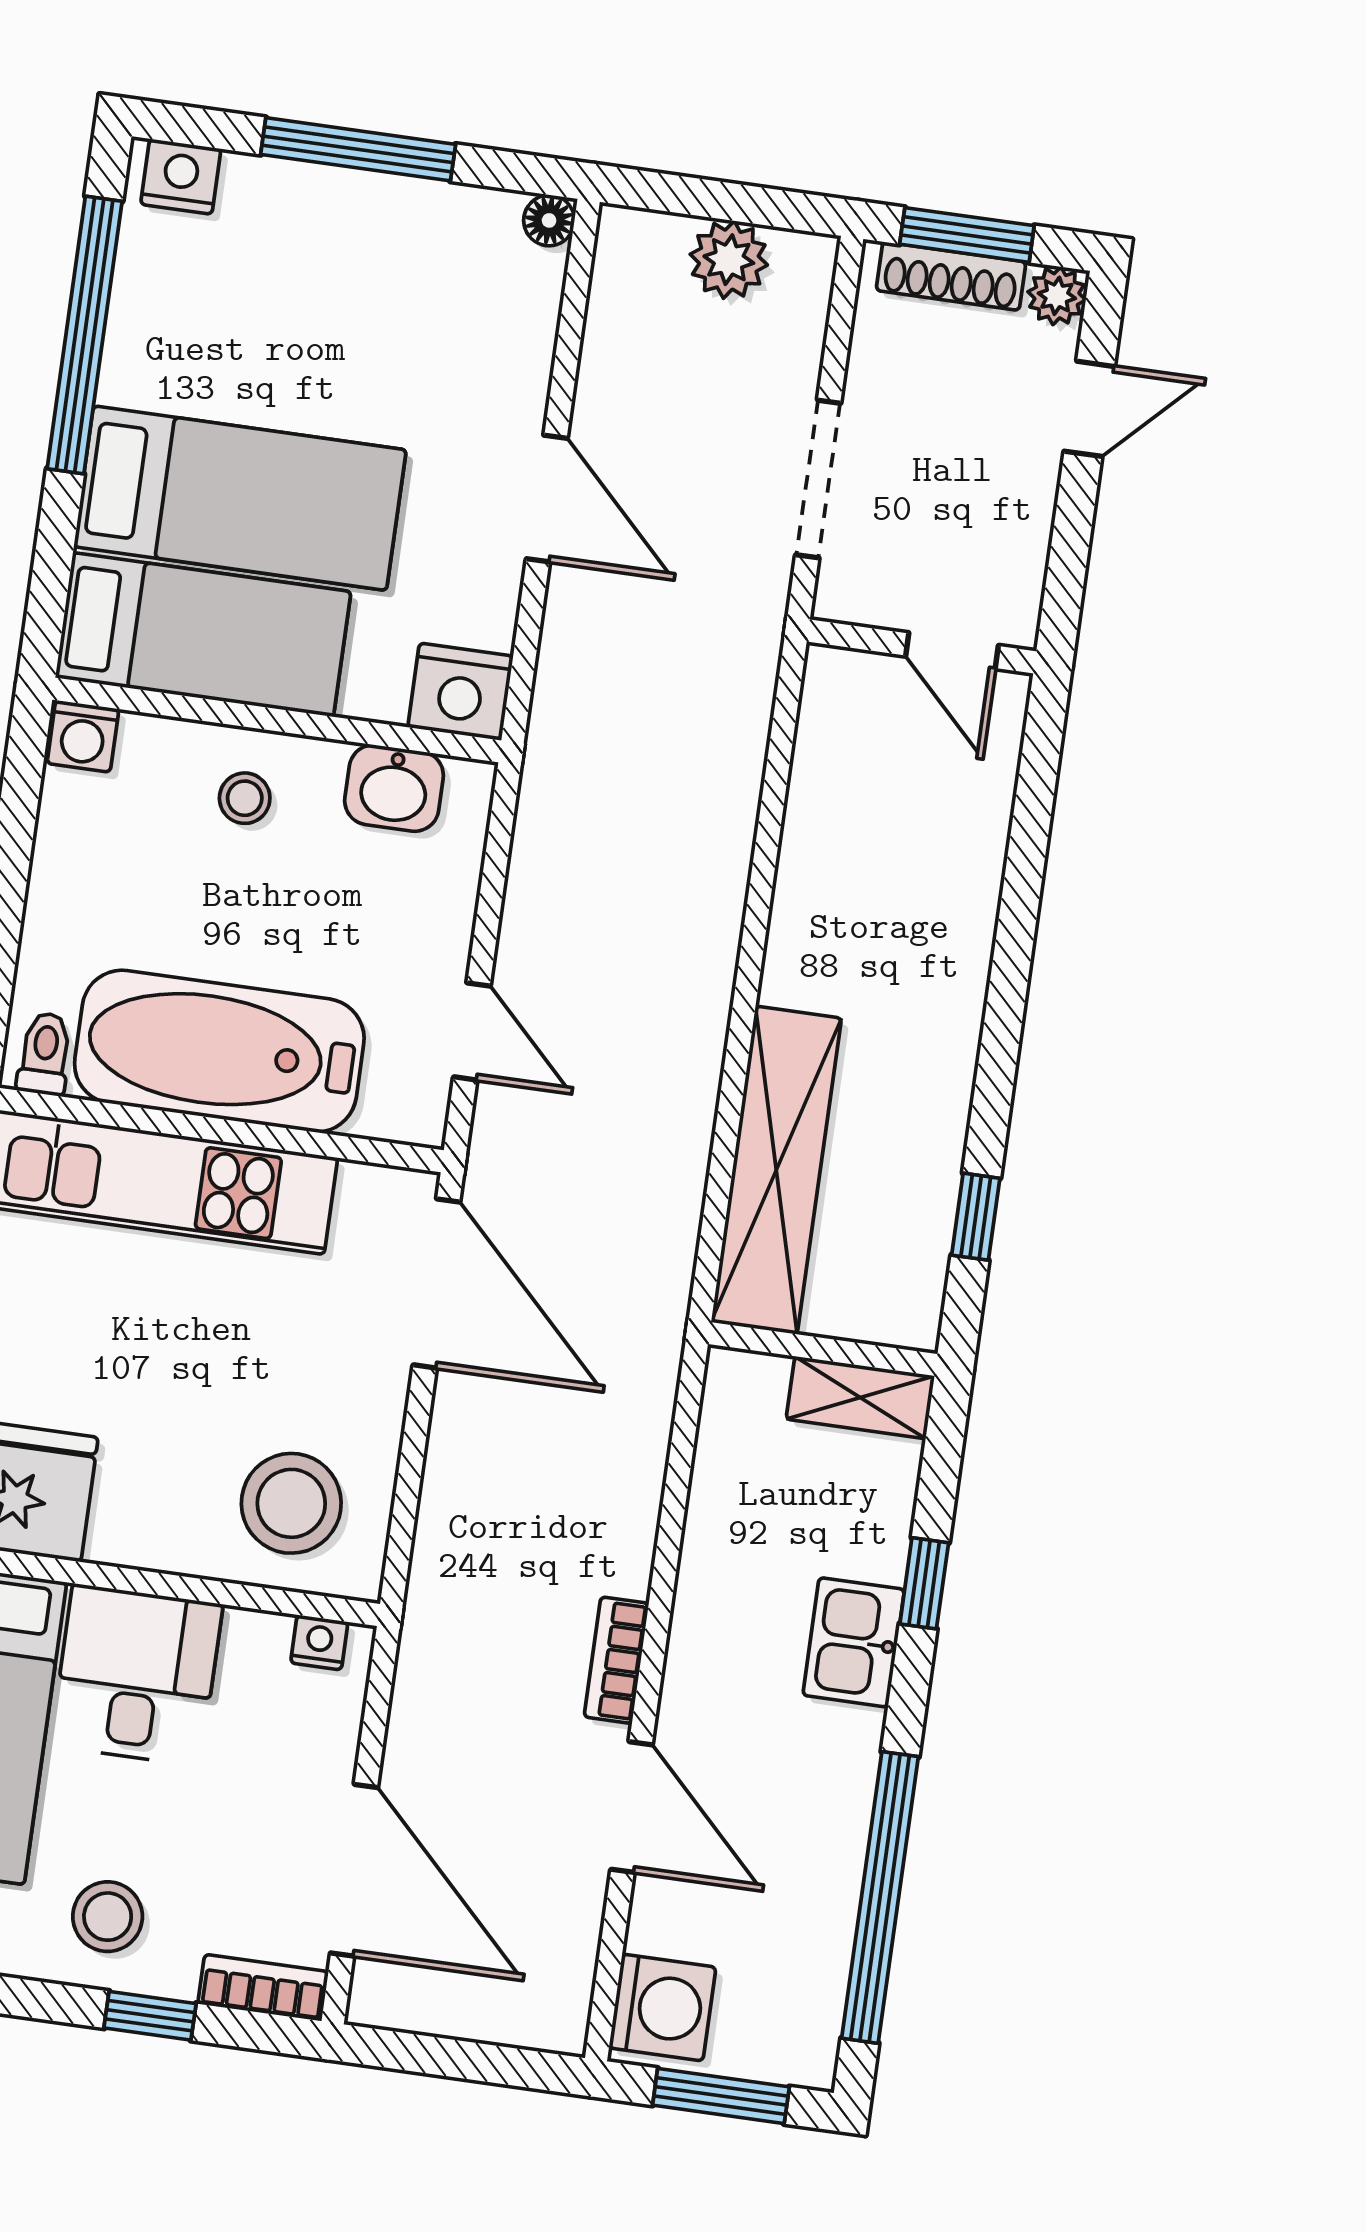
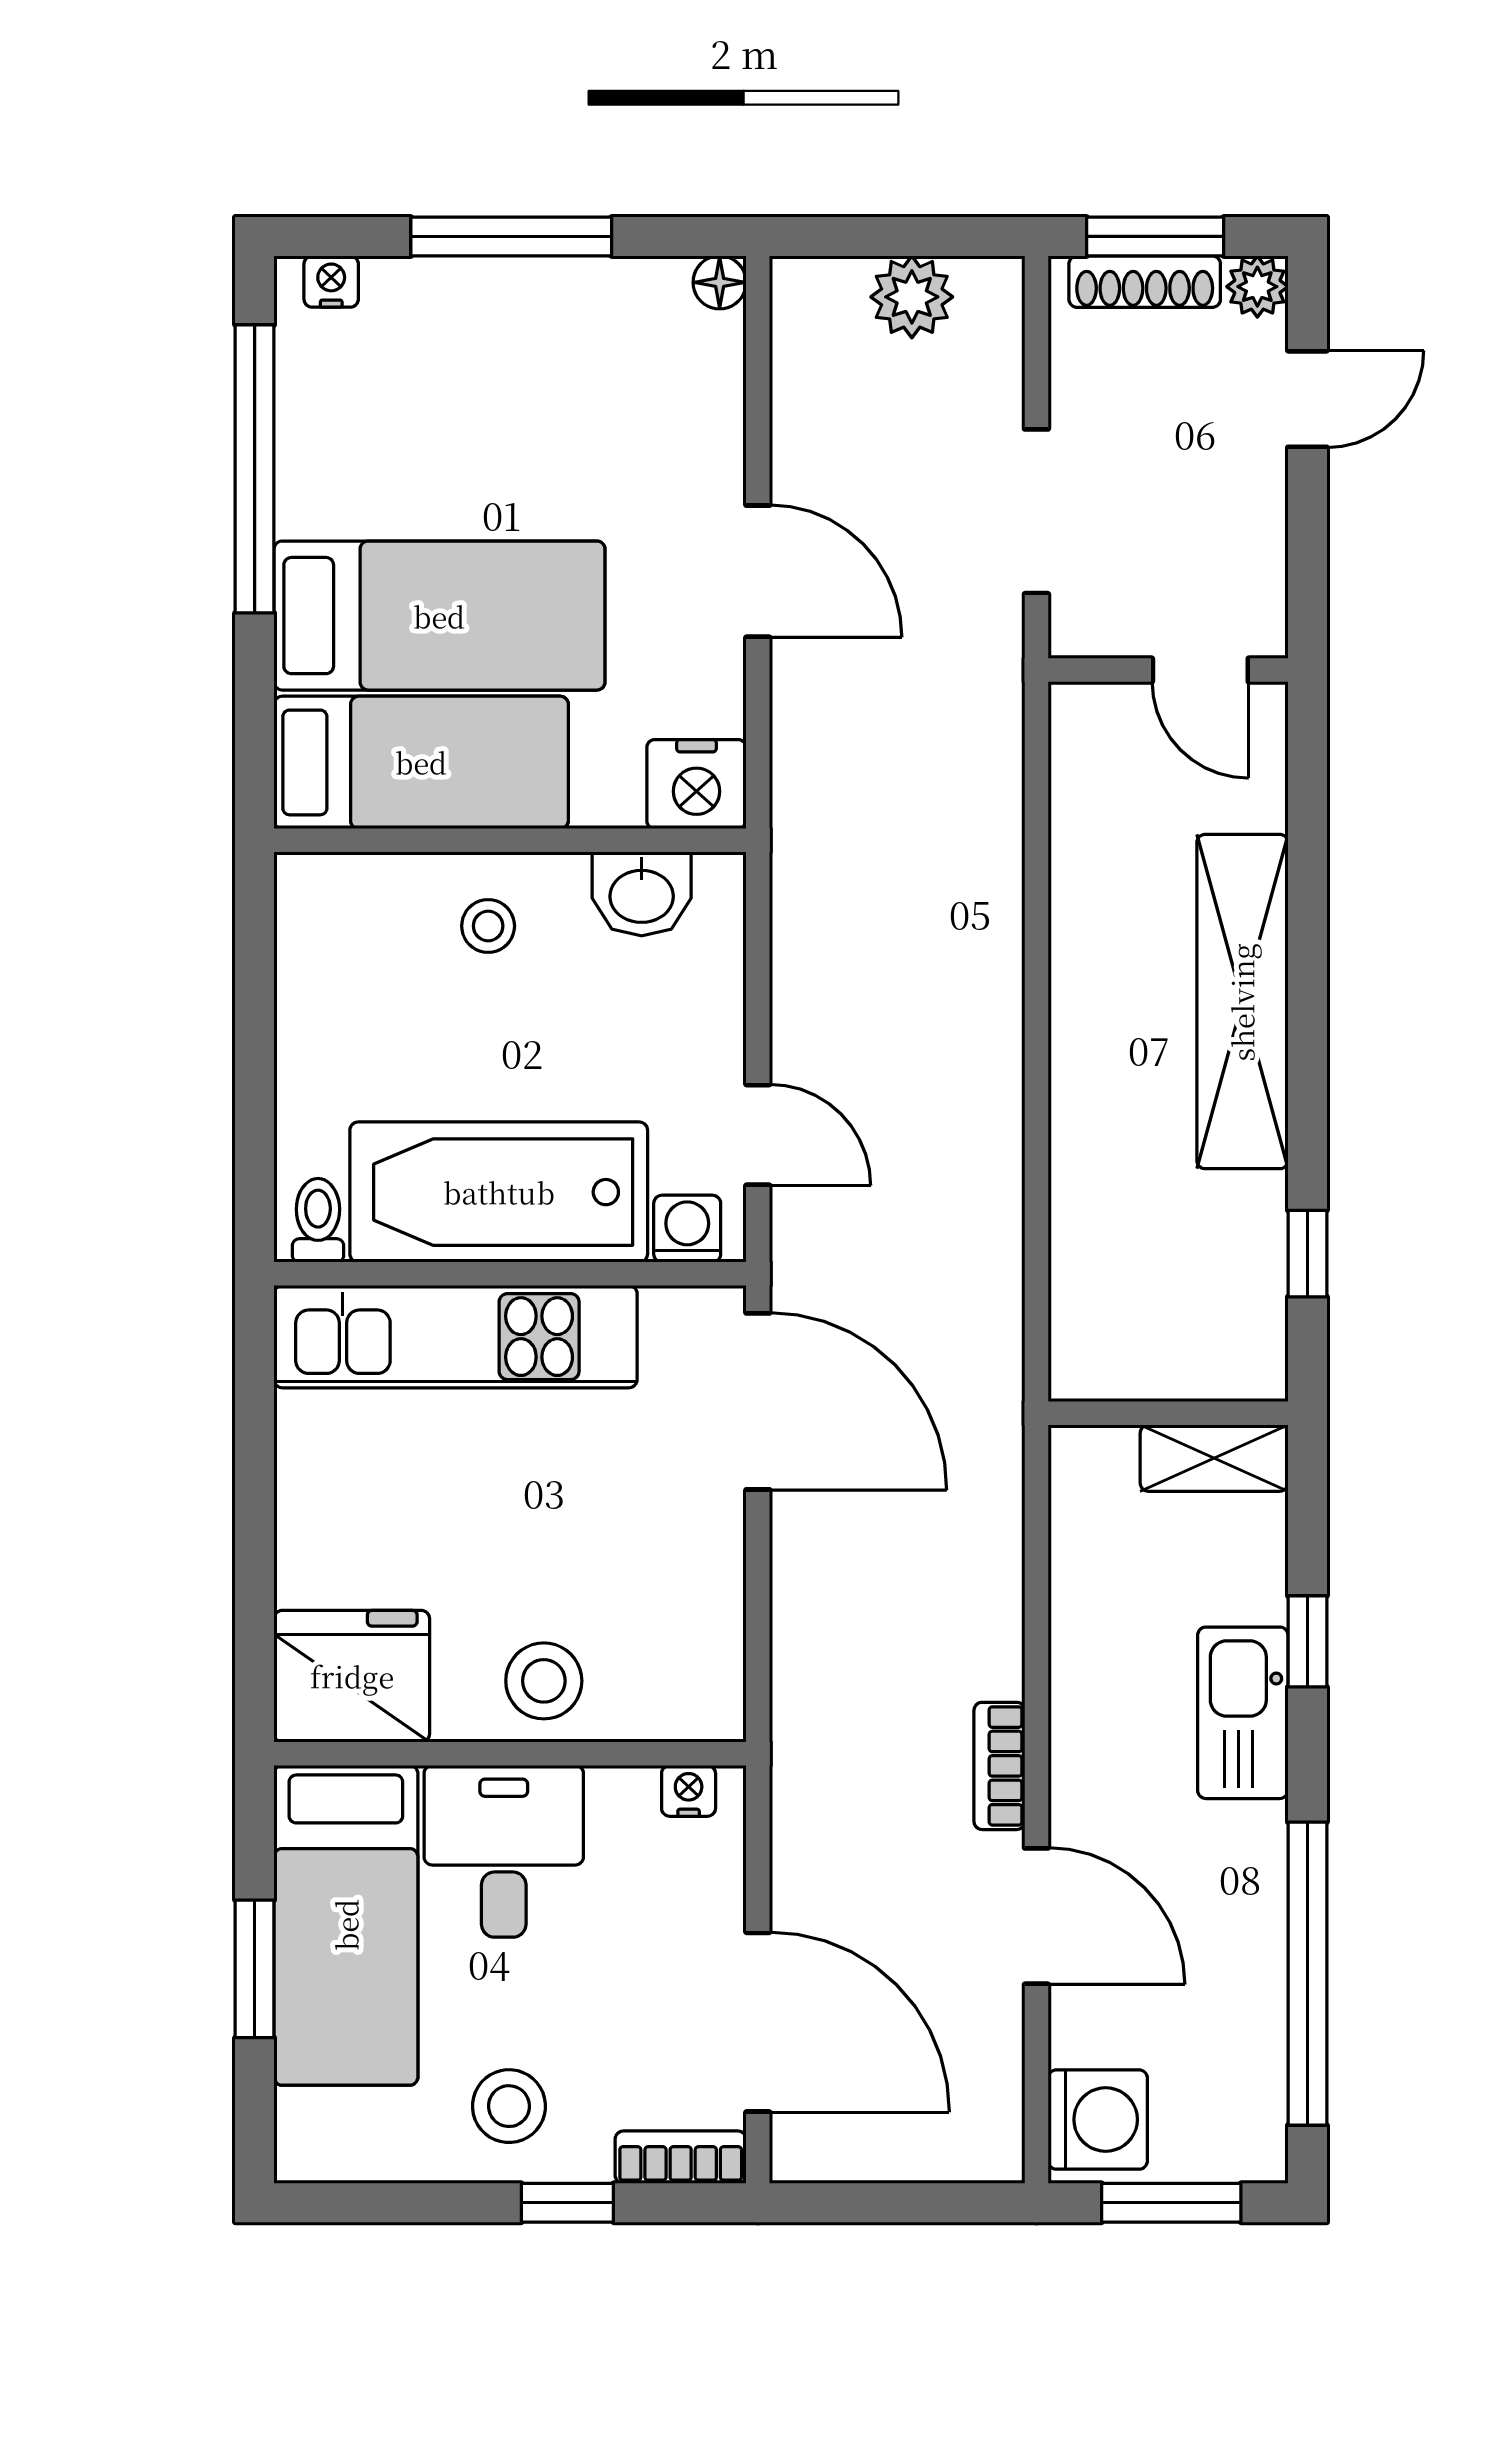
nightstand: (181, 177) -> (331, 282), width x0.72, depth x0.74
washing machine: (83, 736) -> (687, 1229), moved, turned 180
shelving: (776, 1170) -> (1242, 1002), moved
stool: (291, 1503) -> (544, 1681), moved, width x0.73, depth x0.73
kitchen sink: (854, 1642) -> (1243, 1713), width x1.38

